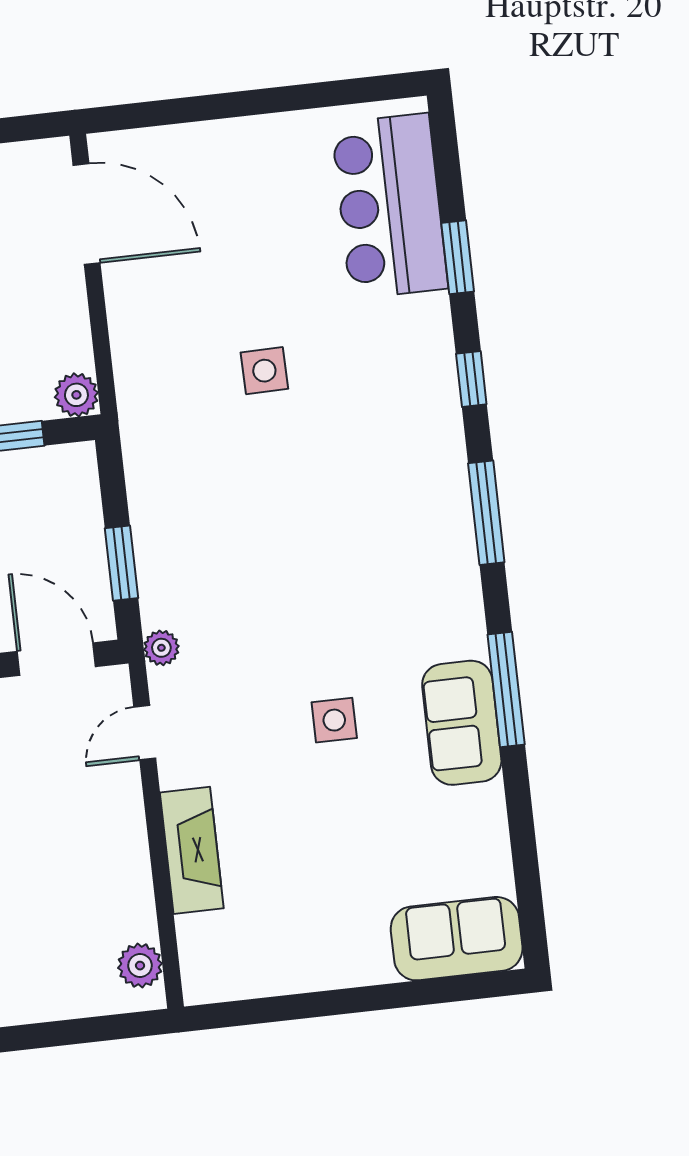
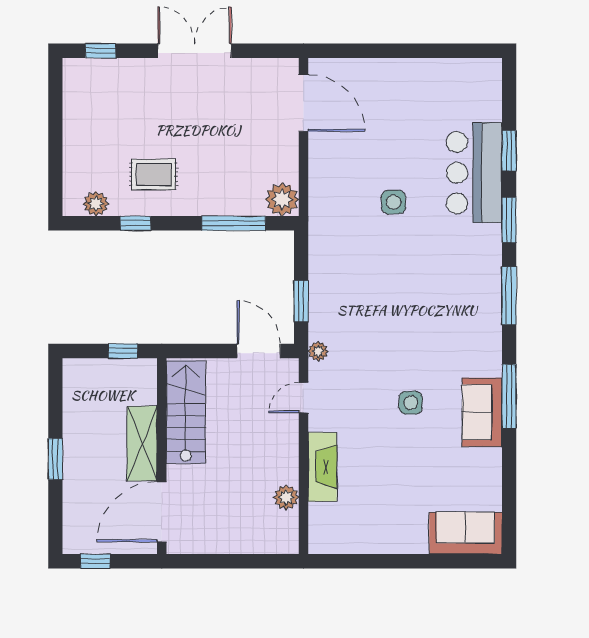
bar counter: (390, 206) -> (474, 173), moved
window: (471, 379) -> (509, 220), width x1.50
plant: (76, 395) -> (282, 199), width x1.36, depth x1.36
plant: (140, 966) -> (286, 497), moved

